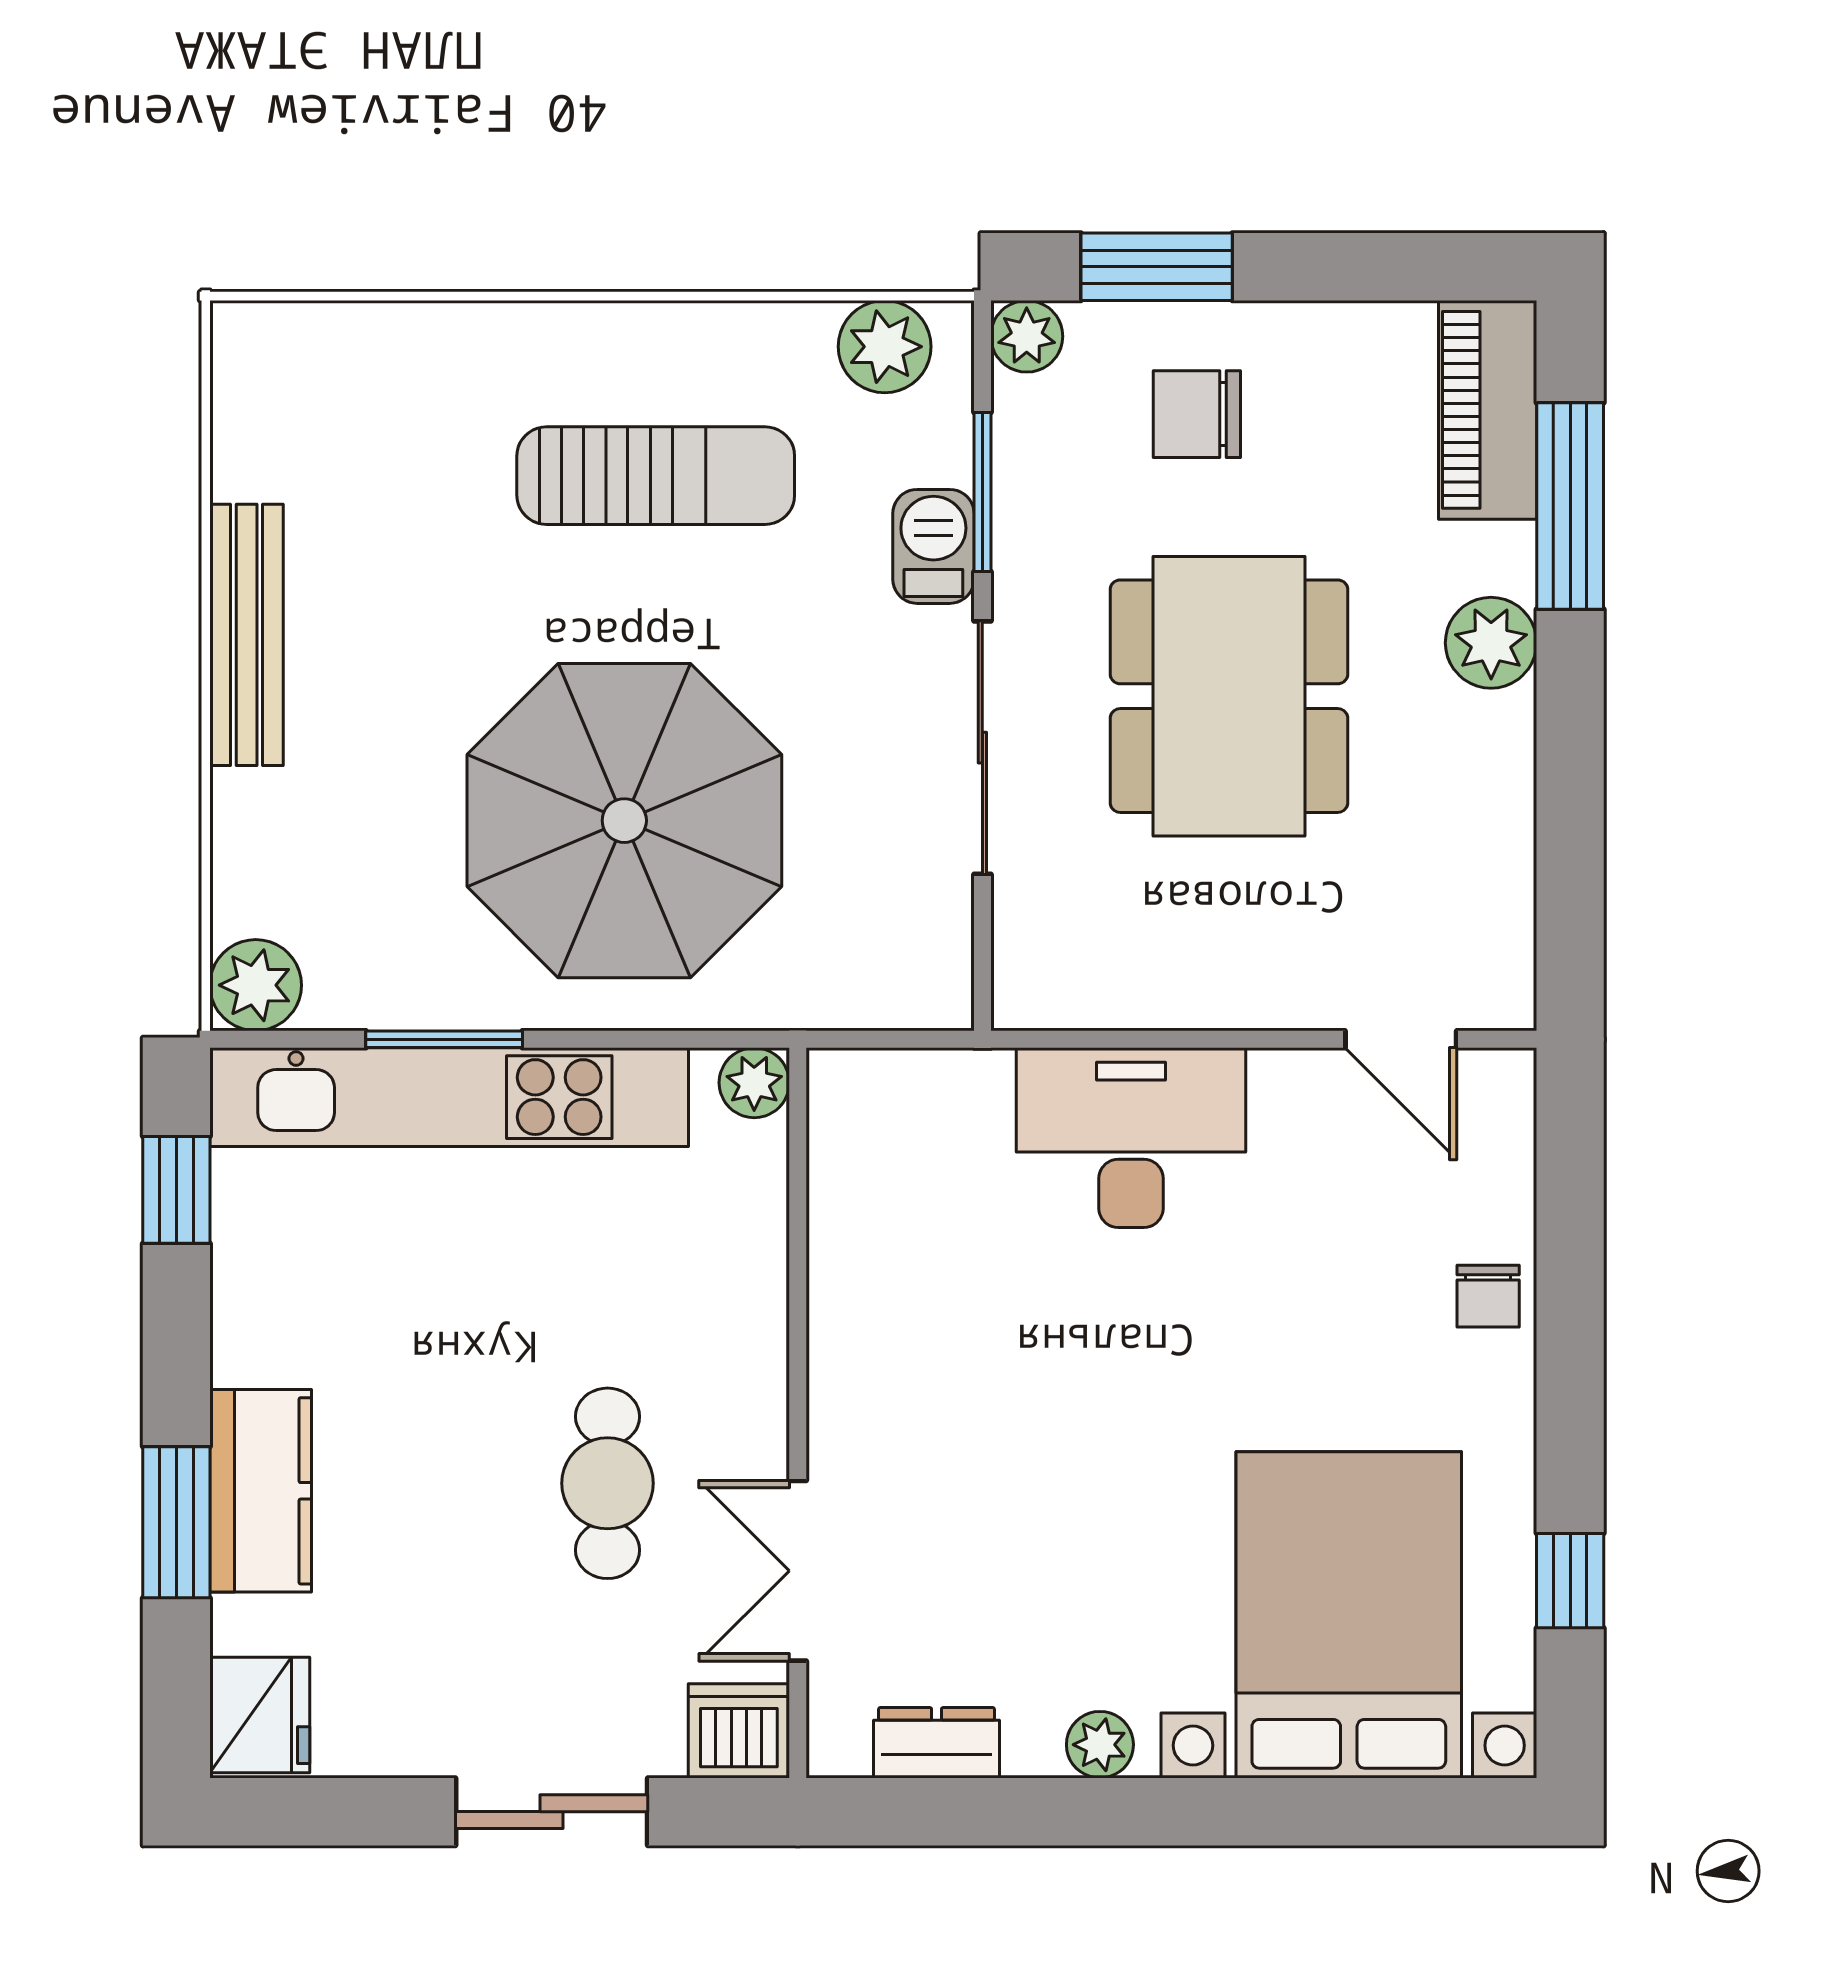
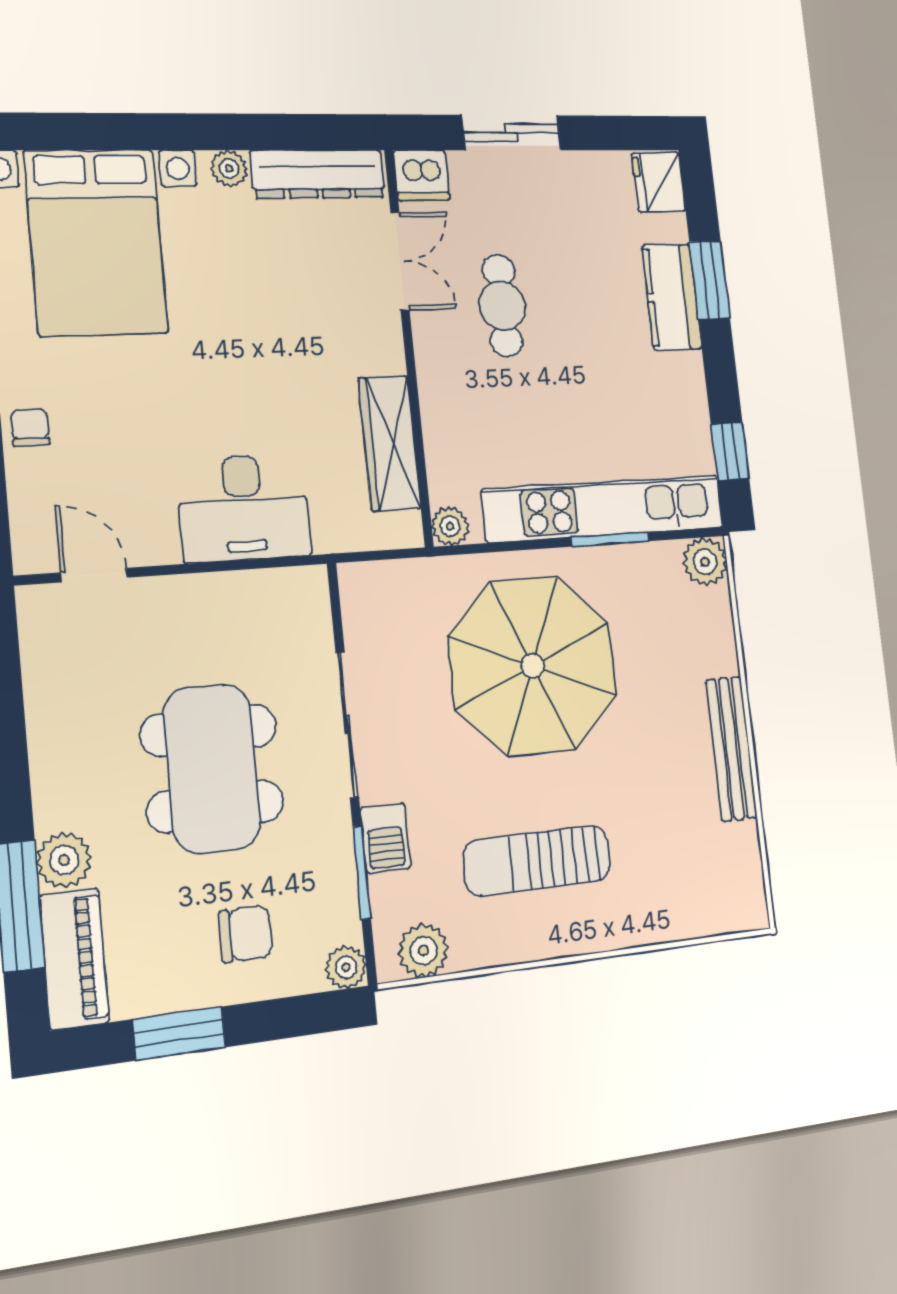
window: (1157, 267) -> (179, 1033), moved
plant: (1491, 643) -> (64, 860), moved
wardrobe: (853, 1239) -> (390, 443), added
dresser: (937, 1743) -> (318, 174), width x1.96, depth x1.24

